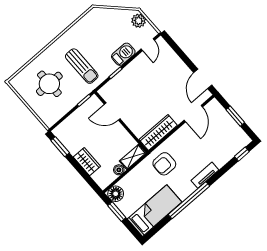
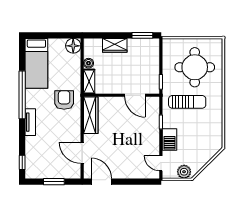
sun lounger: (82, 66) -> (187, 102), turned 180
round table: (49, 84) -> (195, 67), width x1.36, depth x1.36
door: (112, 112) -> (135, 95), swing flipped
window: (117, 212) -> (60, 35), removed

